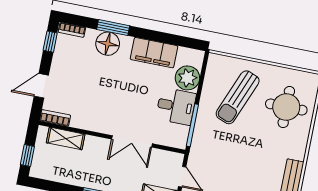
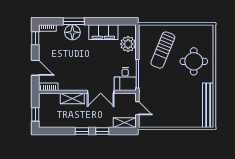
door: (41, 86) -> (35, 68), swing flipped
desk: (176, 106) -> (125, 79), moved, turned 90
round table: (286, 107) -> (194, 61), moved
shelving: (66, 138) -> (72, 99), moved

